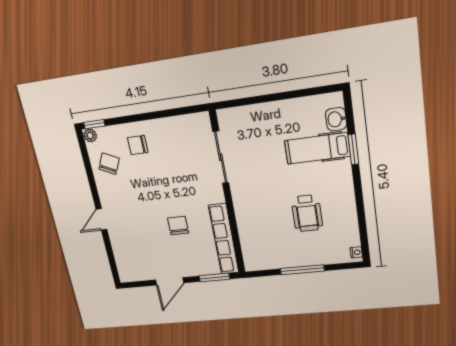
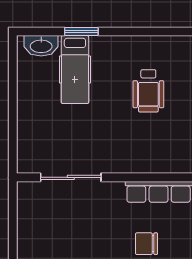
washbasin: (336, 119) -> (41, 46), width x1.38
wheelchair: (307, 213) -> (148, 91), turned 90

